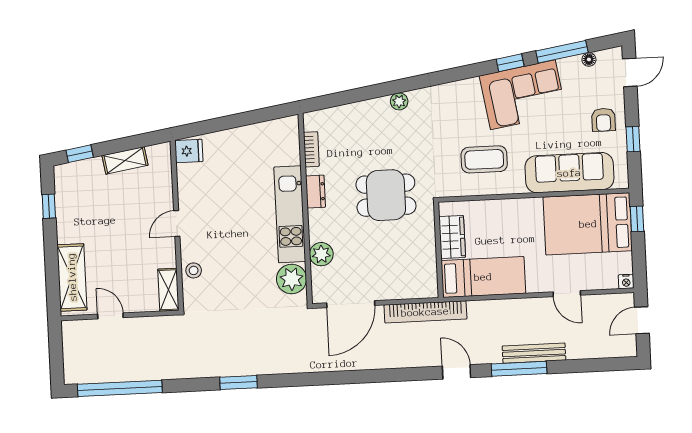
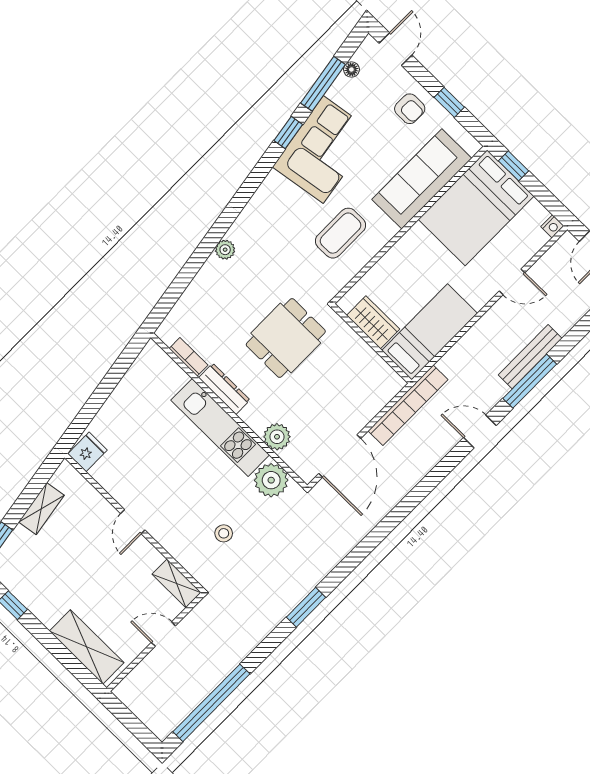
dresser: (316, 192) -> (224, 389), width x1.44
stool: (194, 270) -> (224, 533), moved
door: (110, 316) -> (163, 634), moved

